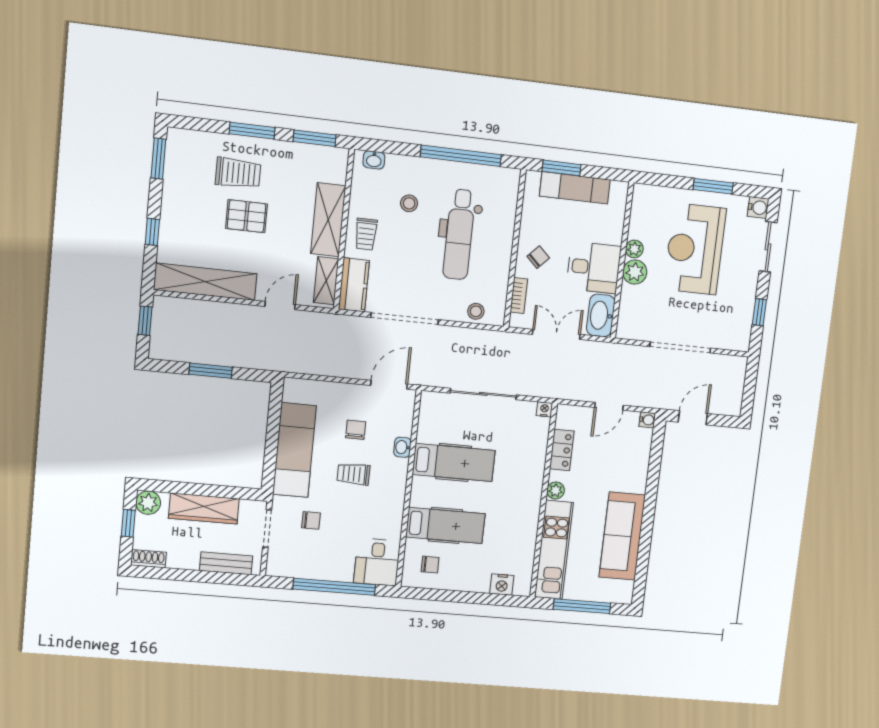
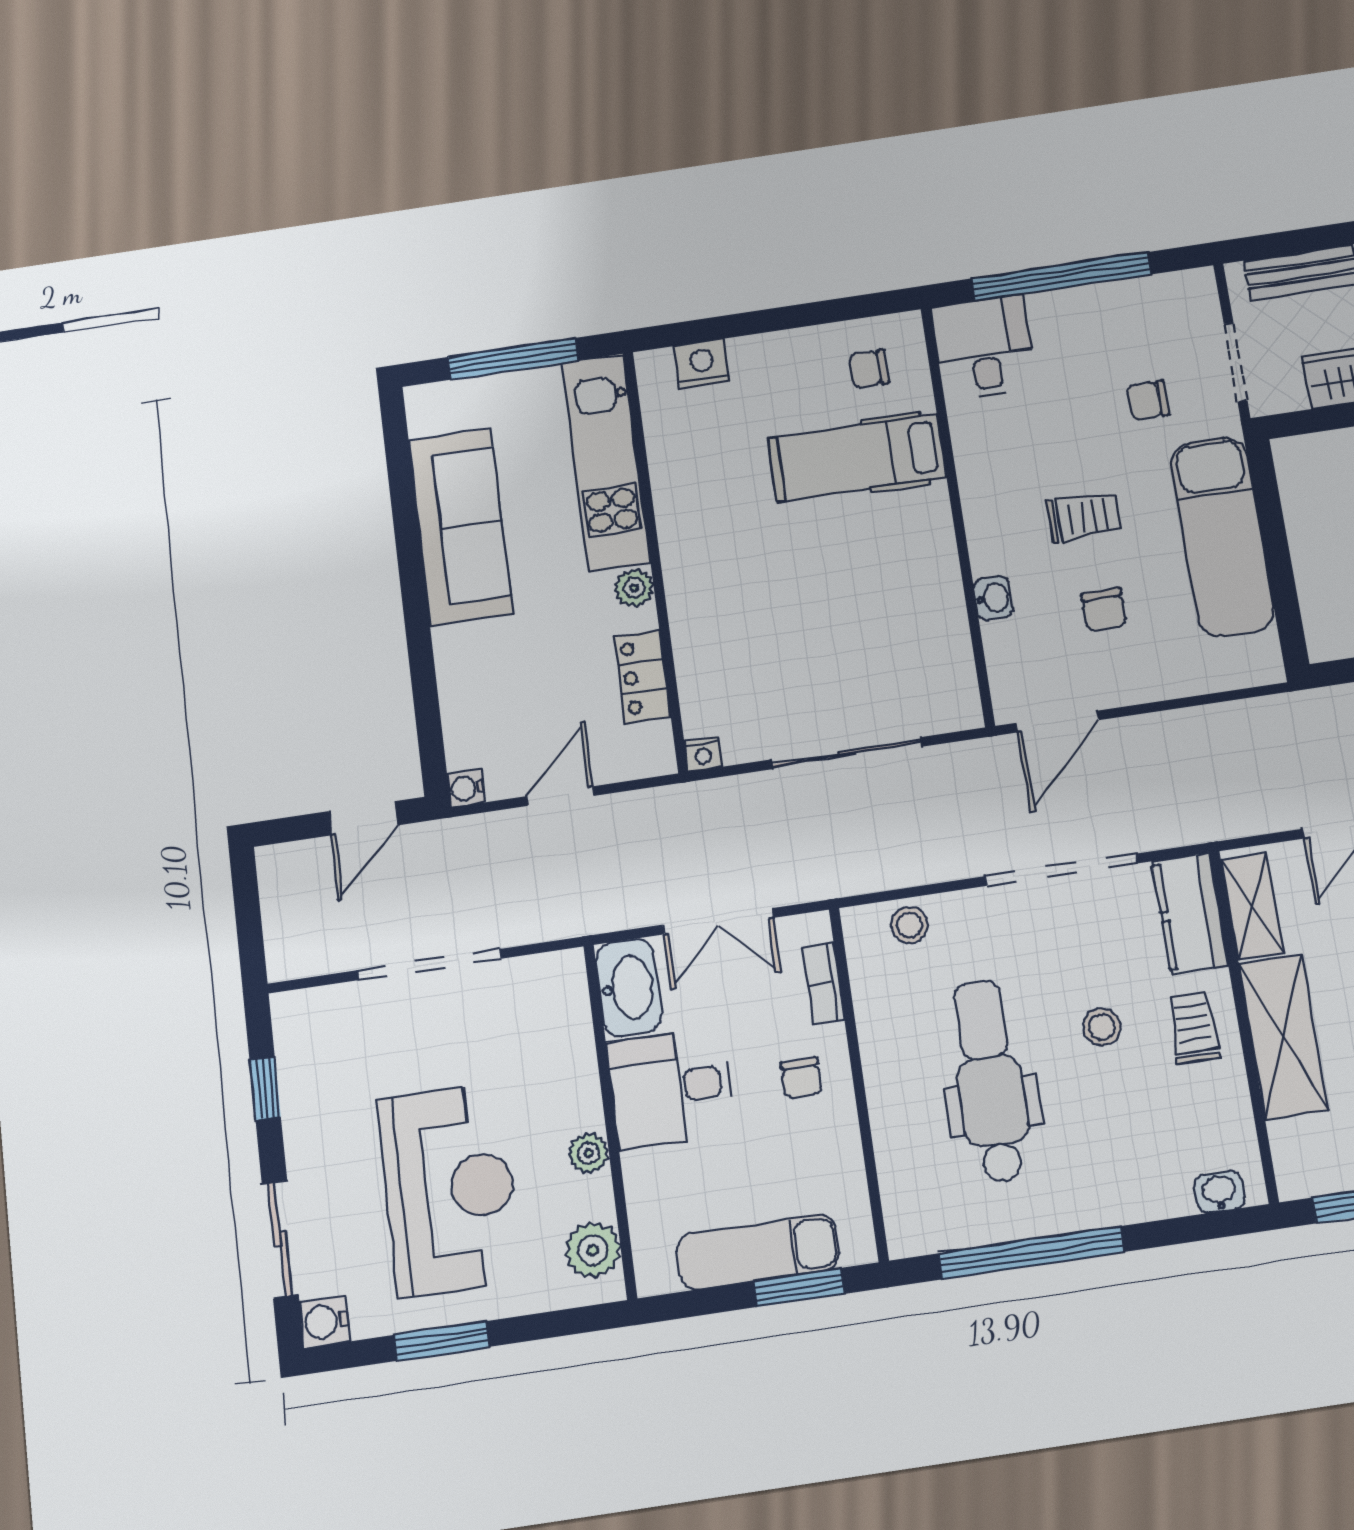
stool: (409, 203) -> (1102, 1027), moved
chair: (538, 257) -> (801, 1078), turned -44
plant: (635, 272) -> (593, 1250), moved
hospital bed: (454, 462) -> (874, 593), removed

